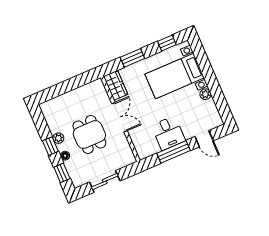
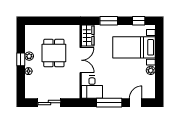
desk: (168, 133) -> (92, 87), moved
dining table: (89, 135) -> (54, 53), moved
door: (204, 139) -> (136, 103), swing flipped
window: (62, 173) -> (21, 83), removed

